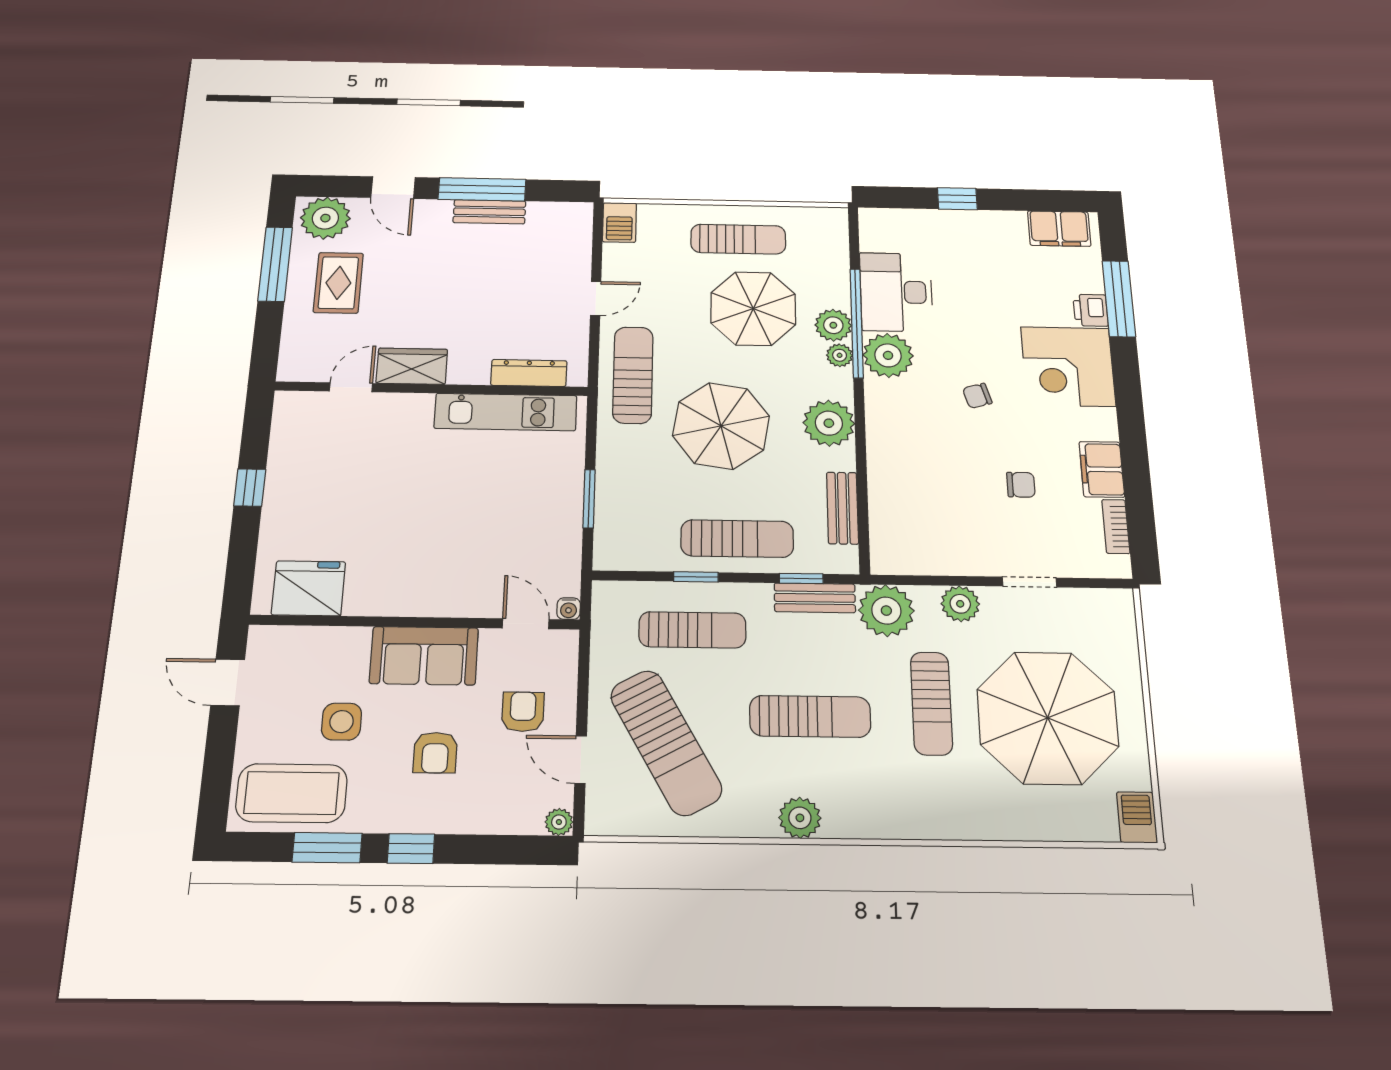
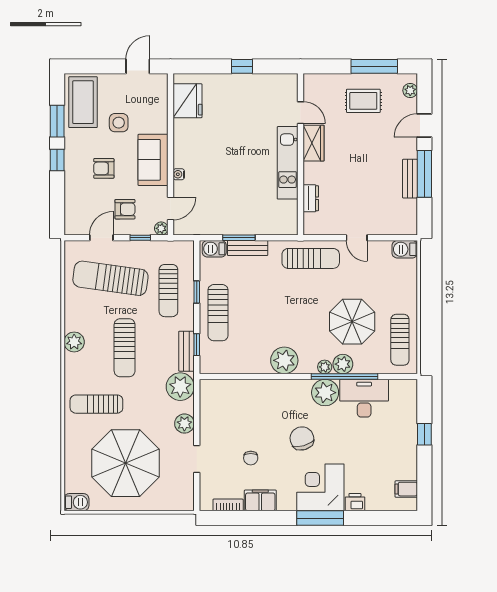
plant: (325, 218) -> (410, 90), width x0.53, depth x0.53
filing cabinet: (1059, 229) -> (406, 489), width x0.50
sun lounger: (738, 239) -> (400, 340), moved
window: (1119, 299) -> (320, 518), moved
dresser: (529, 373) -> (311, 198), width x0.70
chair: (977, 396) -> (302, 438), width x1.87, depth x1.87
kitchen unit: (506, 412) -> (288, 163), moved
parasol: (721, 426) -> (282, 304), removed
bench: (843, 508) -> (248, 248), moved
barbecue: (610, 543) -> (214, 249), added
water cooler: (569, 609) -> (179, 174), moved
window: (583, 683) -> (140, 238), added
sun lounger: (931, 703) -> (96, 404), moved
sun lounger: (666, 742) -> (110, 278), turned 37
plant: (559, 822) -> (161, 228), moved

